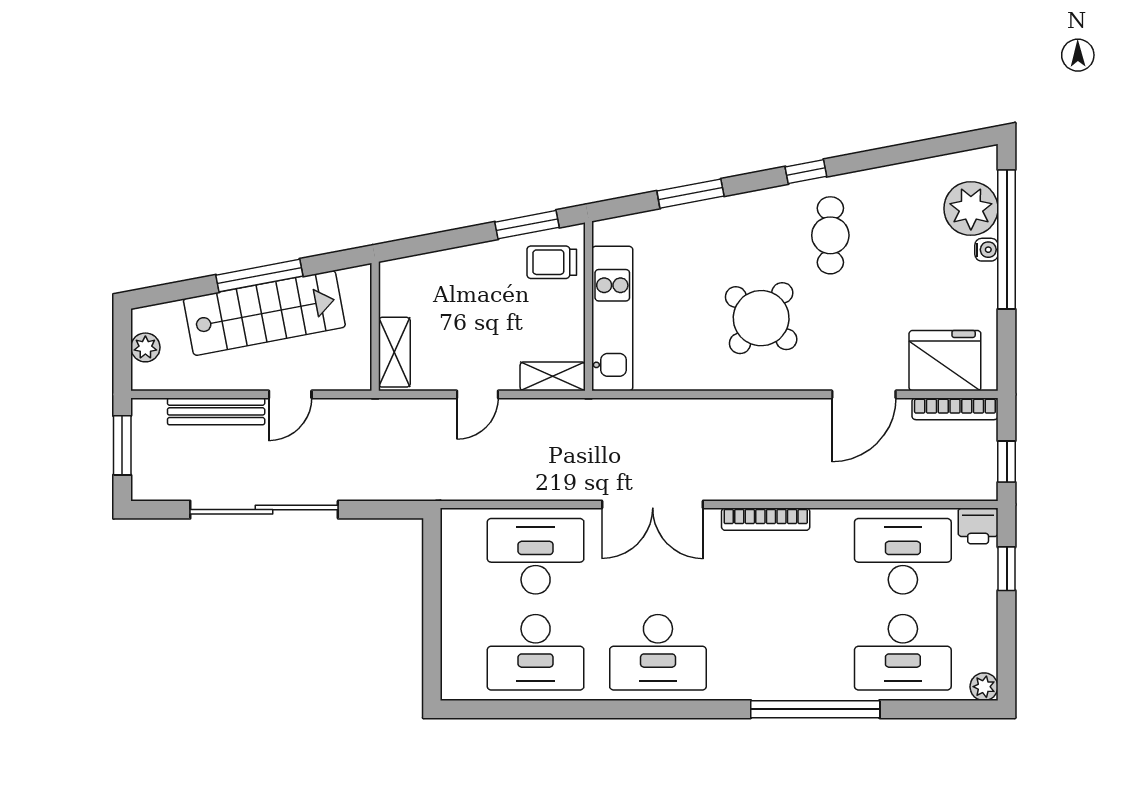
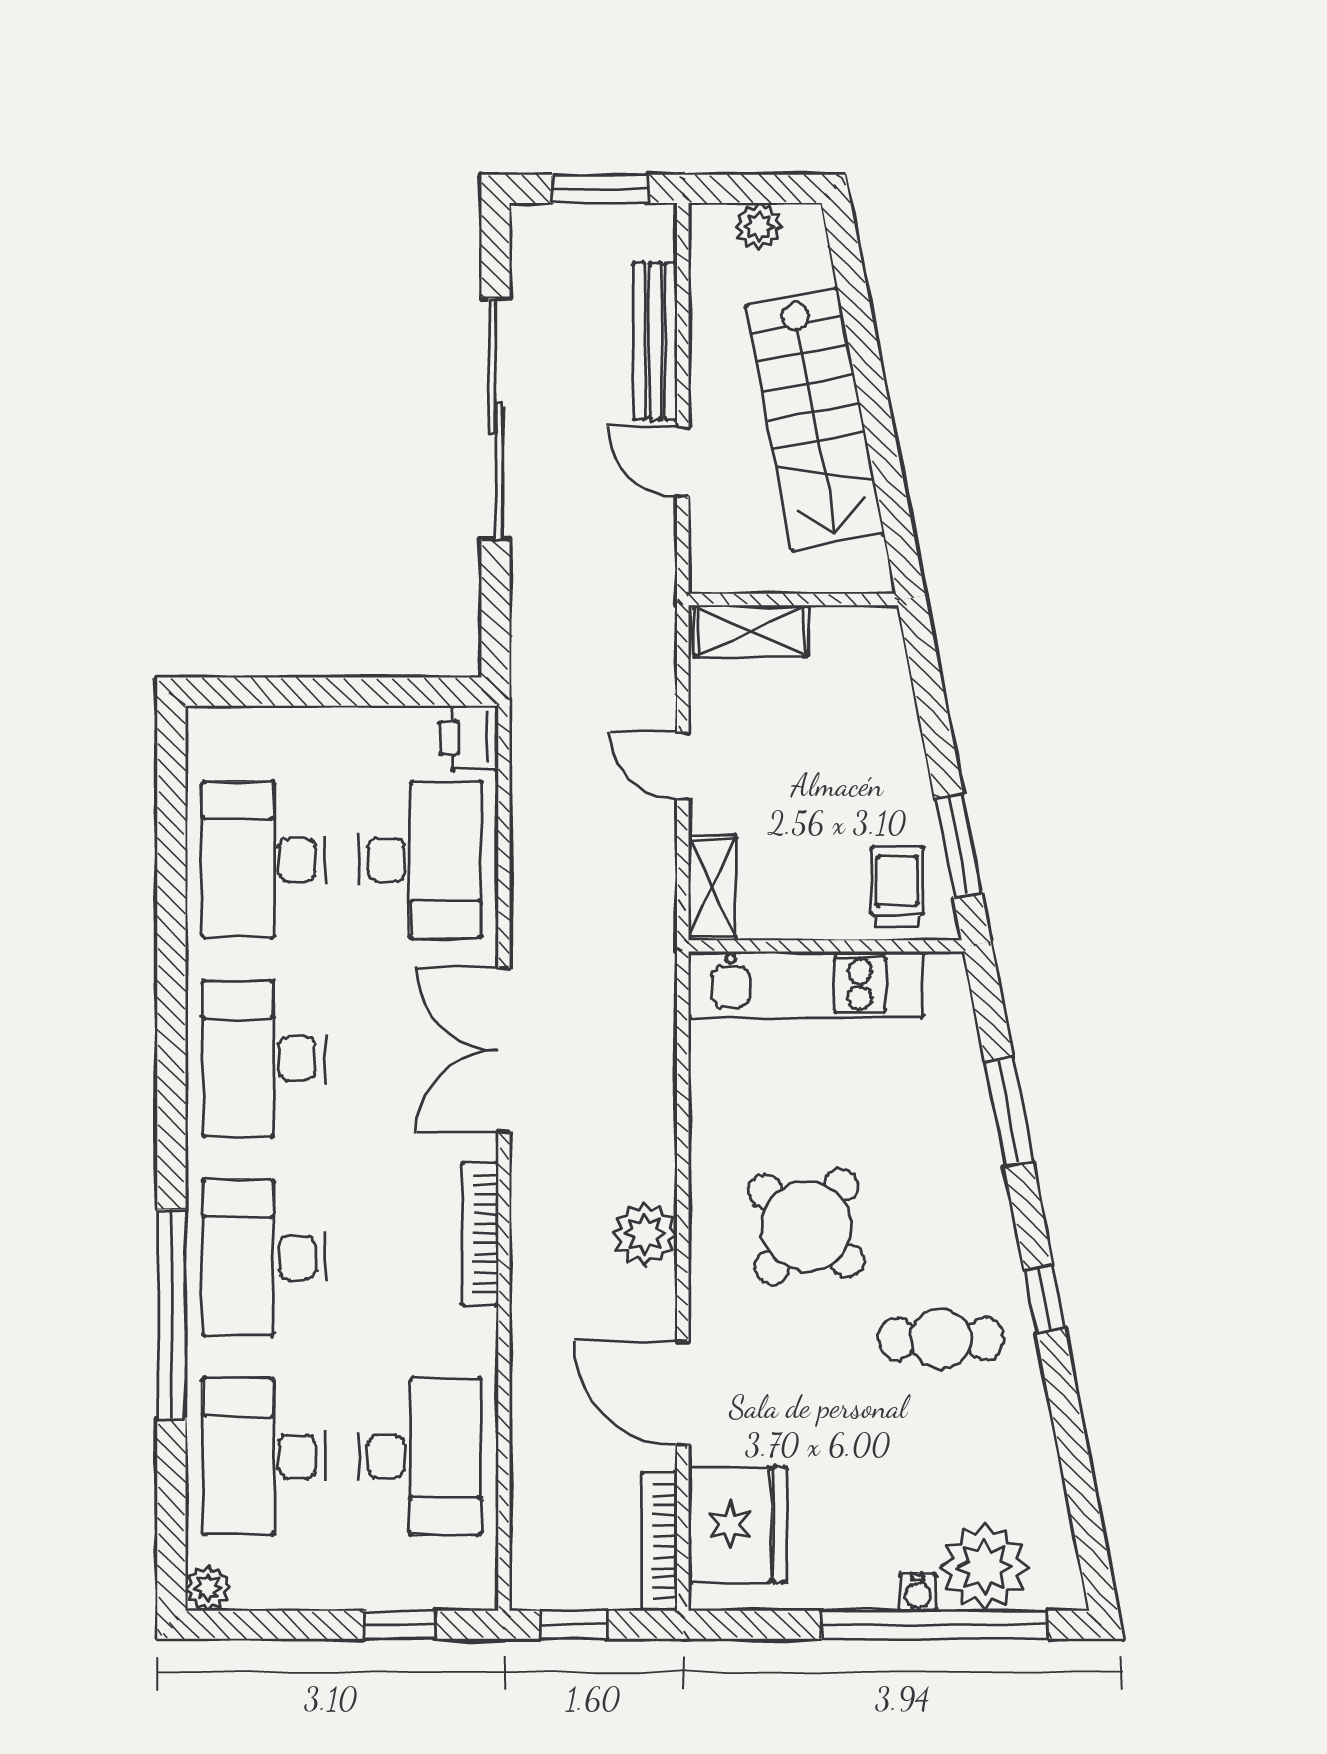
window: (259, 276) -> (876, 411), removed
plant: (766, 418) -> (645, 1234), added
printer: (978, 526) -> (469, 738), moved
desk: (780, 652) -> (264, 1258), added

